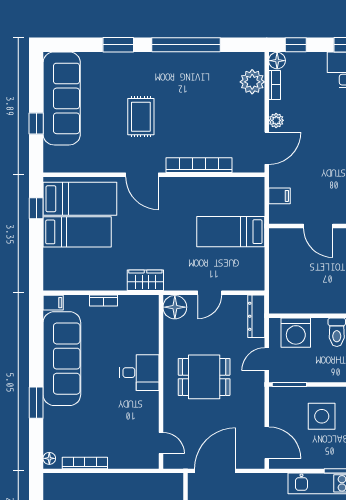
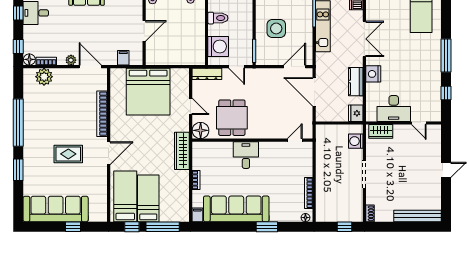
bed: (231, 232) -> (148, 92), width x2.04
window: (36, 253) -> (163, 227), added
wardrobe: (145, 280) -> (182, 151), width x1.50
dining table: (204, 377) -> (232, 118), moved
door: (215, 471) -> (314, 92), moved

